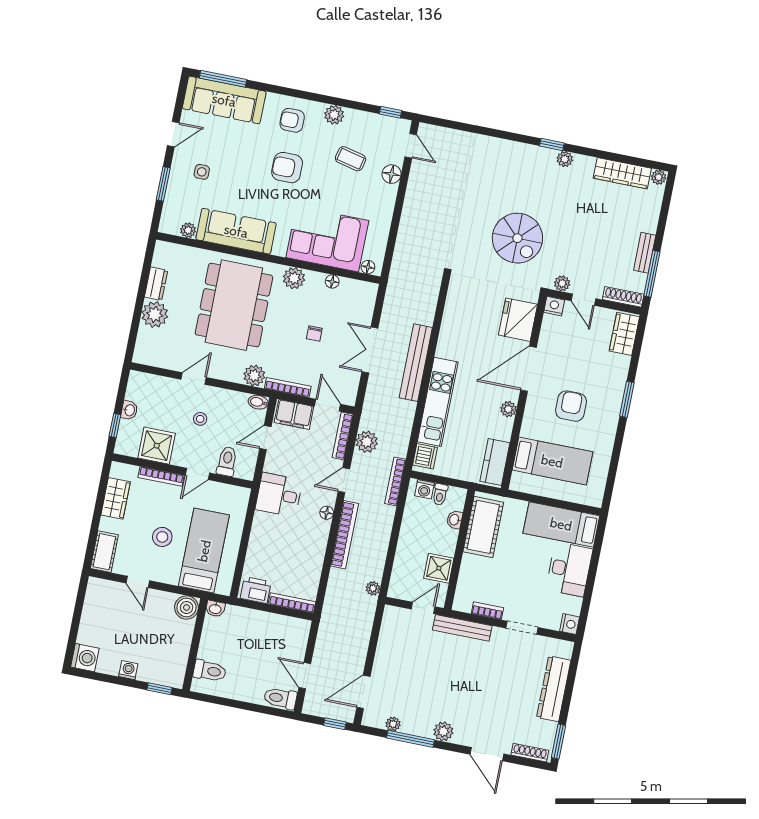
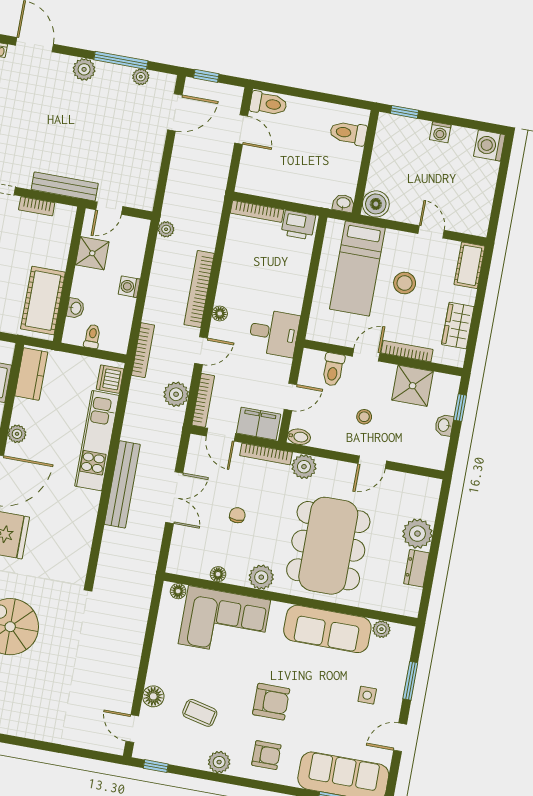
washing machine: (424, 489) -> (129, 287), moved, turned -90

